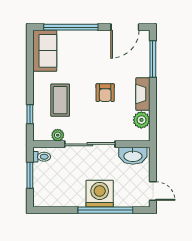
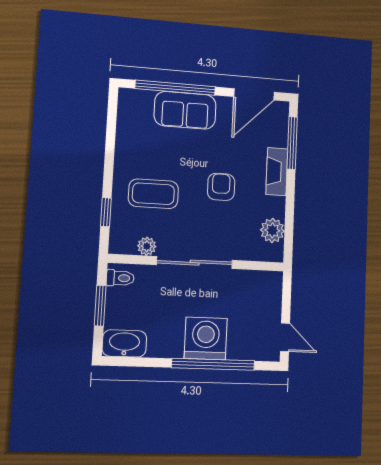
sofa: (45, 51) -> (185, 110), moved, turned 90
armchair: (105, 93) -> (221, 187), turned 180
fireplace: (143, 94) -> (277, 172), moved
coffee table: (60, 100) -> (153, 194), turned 90
washbasin: (133, 156) -> (124, 343), moved, turned 180

